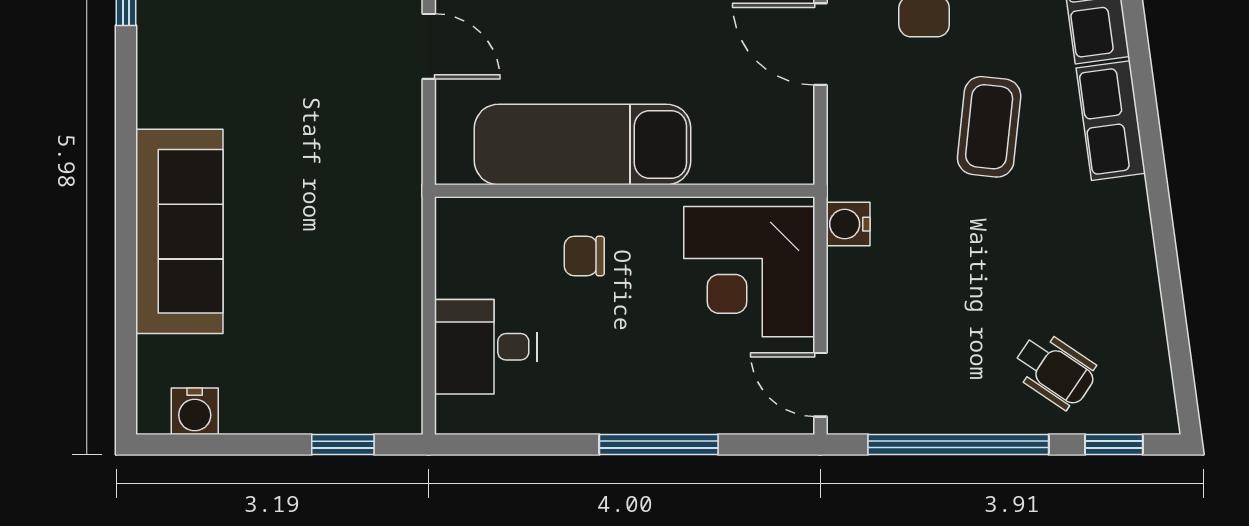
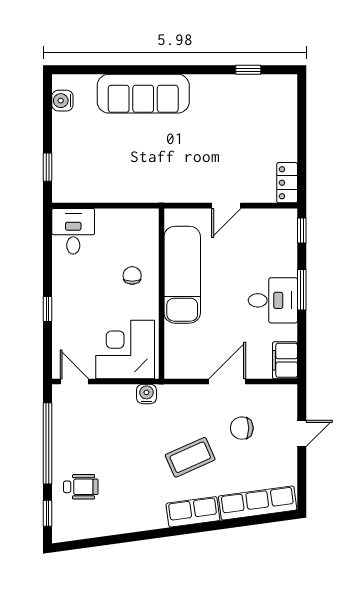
coffee table: (989, 127) -> (190, 457), turned -30
desk: (486, 347) -> (73, 231), moved
wheelchair: (1055, 370) -> (81, 487), turned -124
door: (820, 385) -> (74, 382), hinge flipped
window: (659, 444) -> (48, 309), width x0.46

